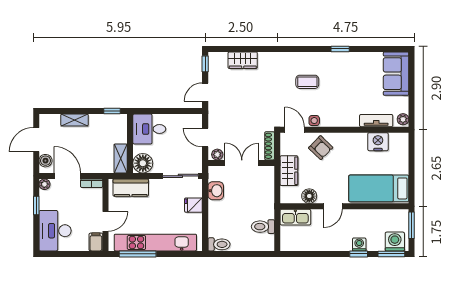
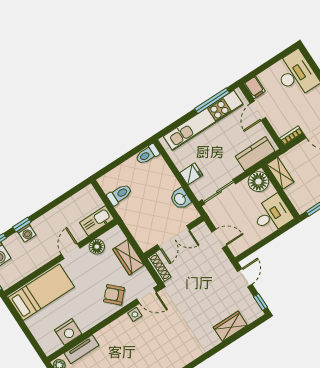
coffee table: (307, 82) -> (163, 344), removed
plant: (217, 155) -> (199, 231), removed

